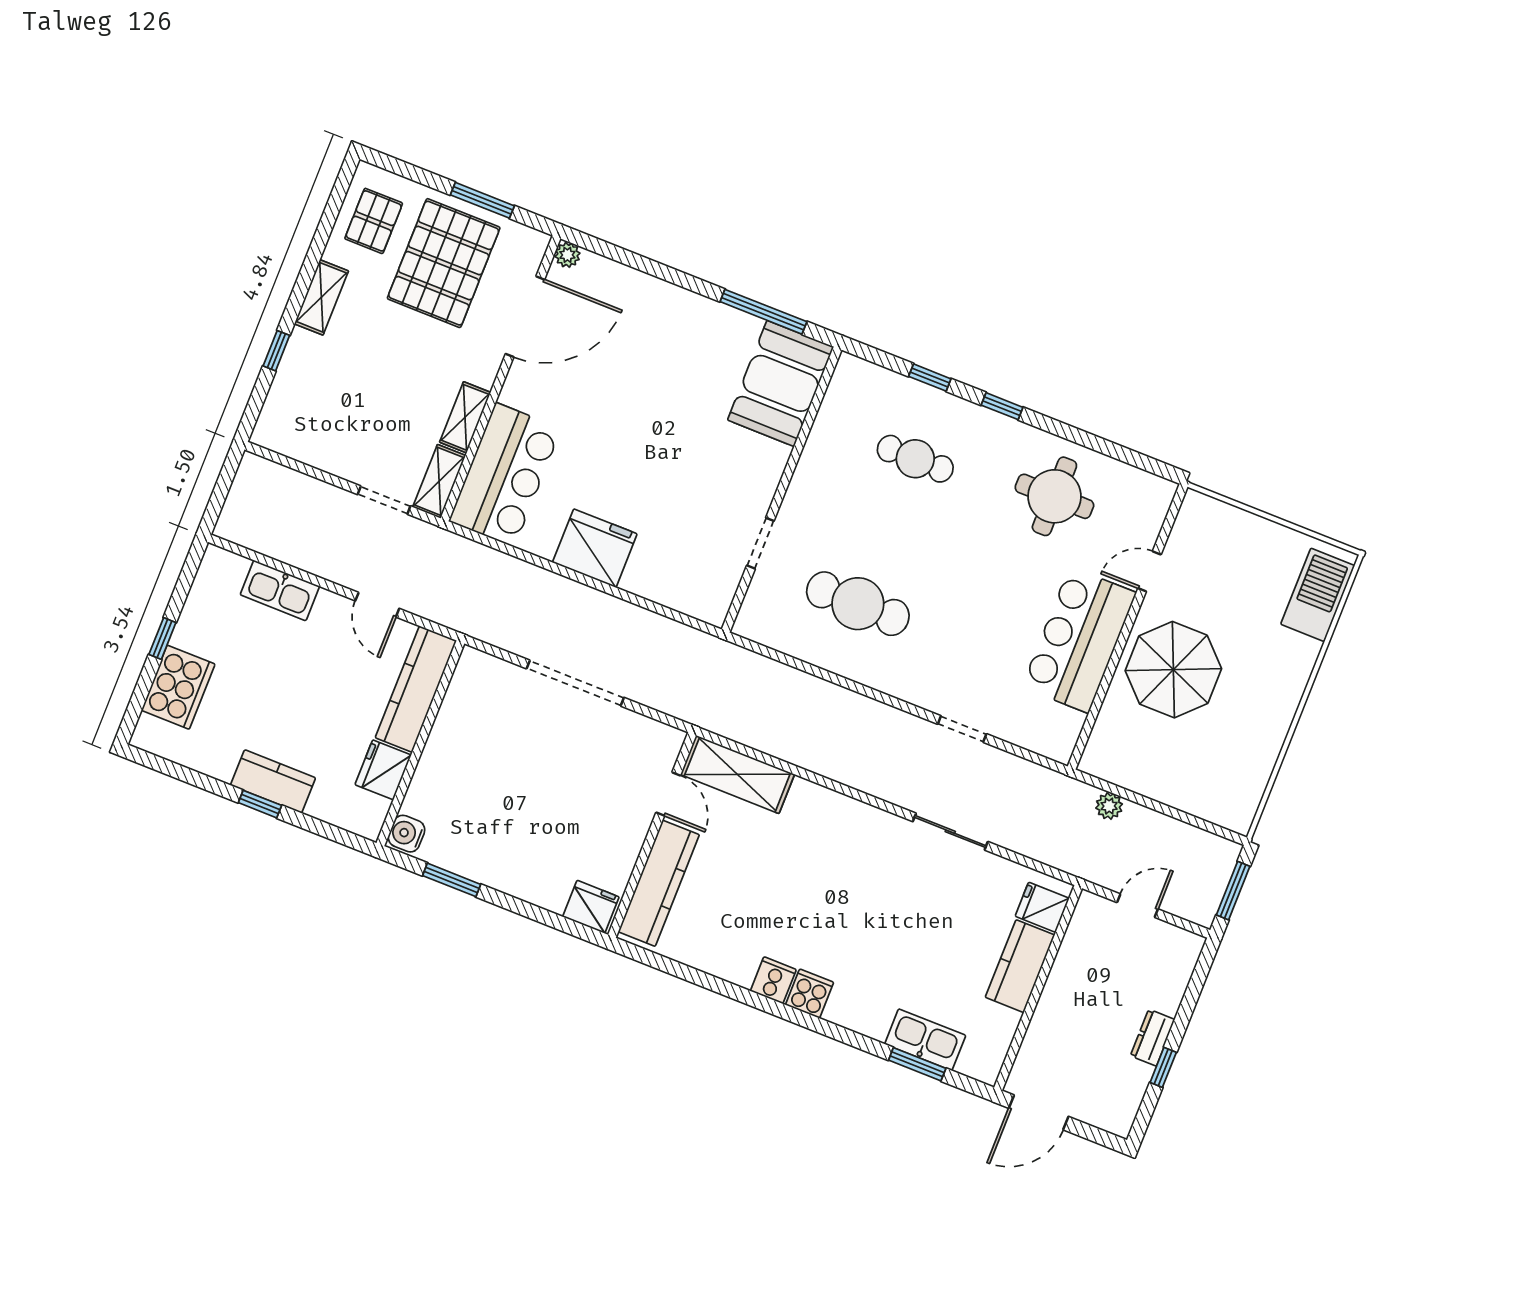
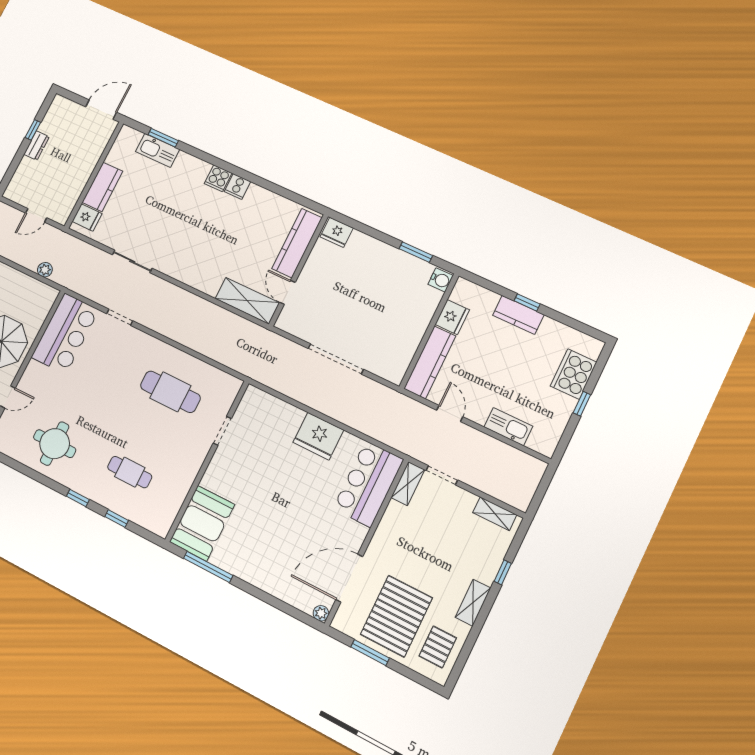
shelving: (465, 417) -> (495, 514), moved, turned 90
bar counter: (1079, 640) -> (65, 334), moved

